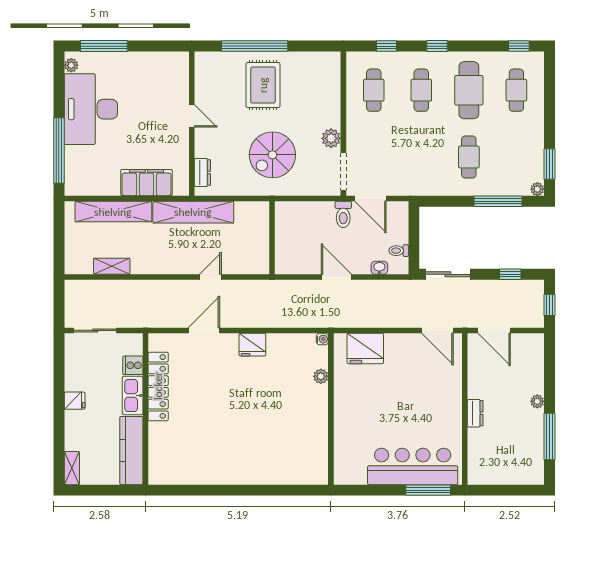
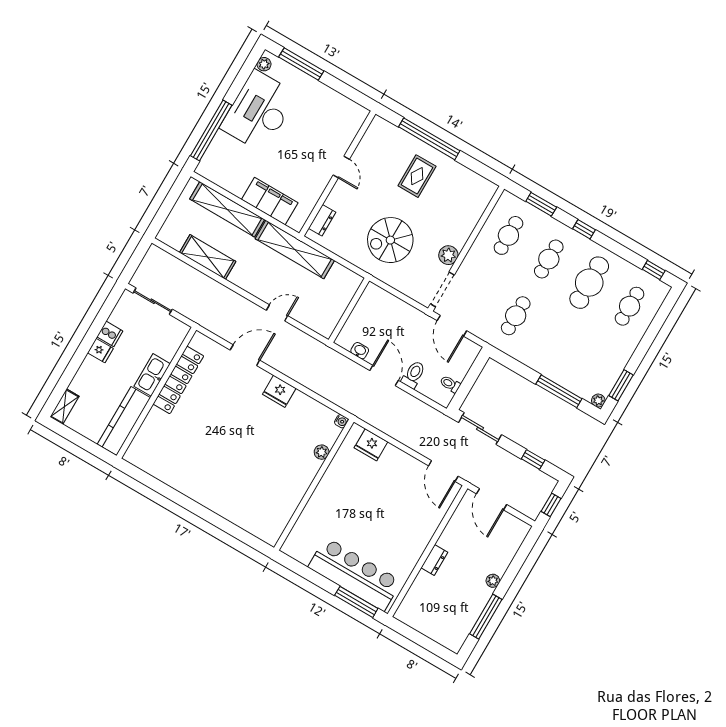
window: (387, 46) -> (541, 204), width x1.50
rug: (263, 85) -> (417, 176), width x0.73, depth x0.70
cafe table: (469, 157) -> (516, 316), moved
toilet: (343, 214) -> (413, 375), moved, turned 180
shelving: (112, 266) -> (208, 257), width x1.50, depth x1.33
washbasin: (379, 268) -> (360, 351), moved
fridge: (365, 348) -> (371, 445), width x0.73, depth x0.75
cooker: (133, 365) -> (110, 334), moved, turned 180

